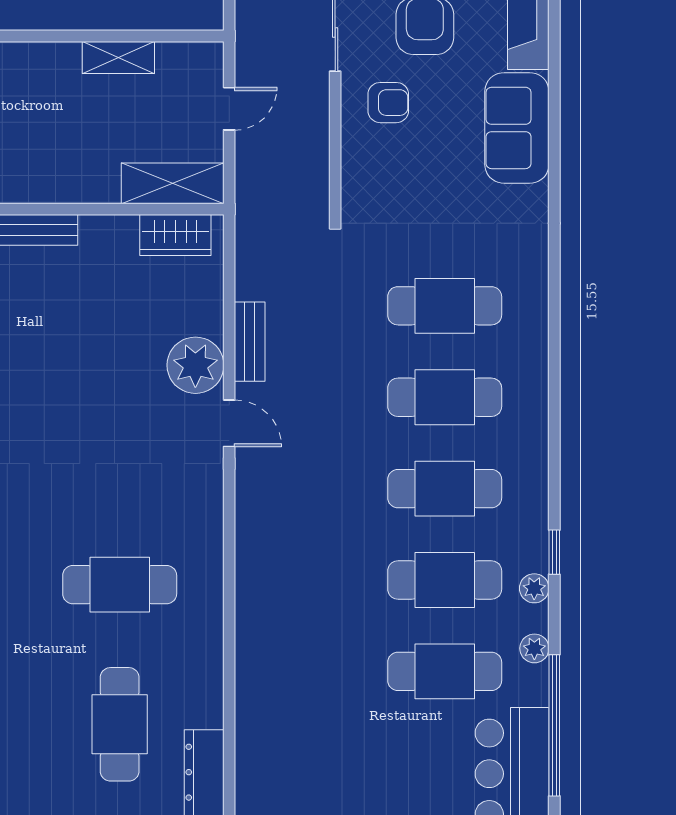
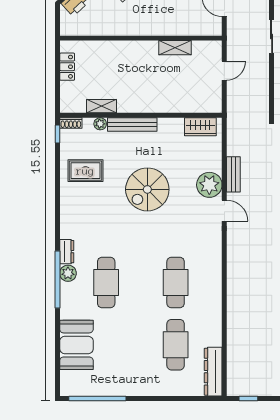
shelving: (173, 183) -> (199, 104), removed
spiral stairs: (56, 376) -> (147, 189), added
cafe table: (120, 585) -> (176, 282), turned 90

